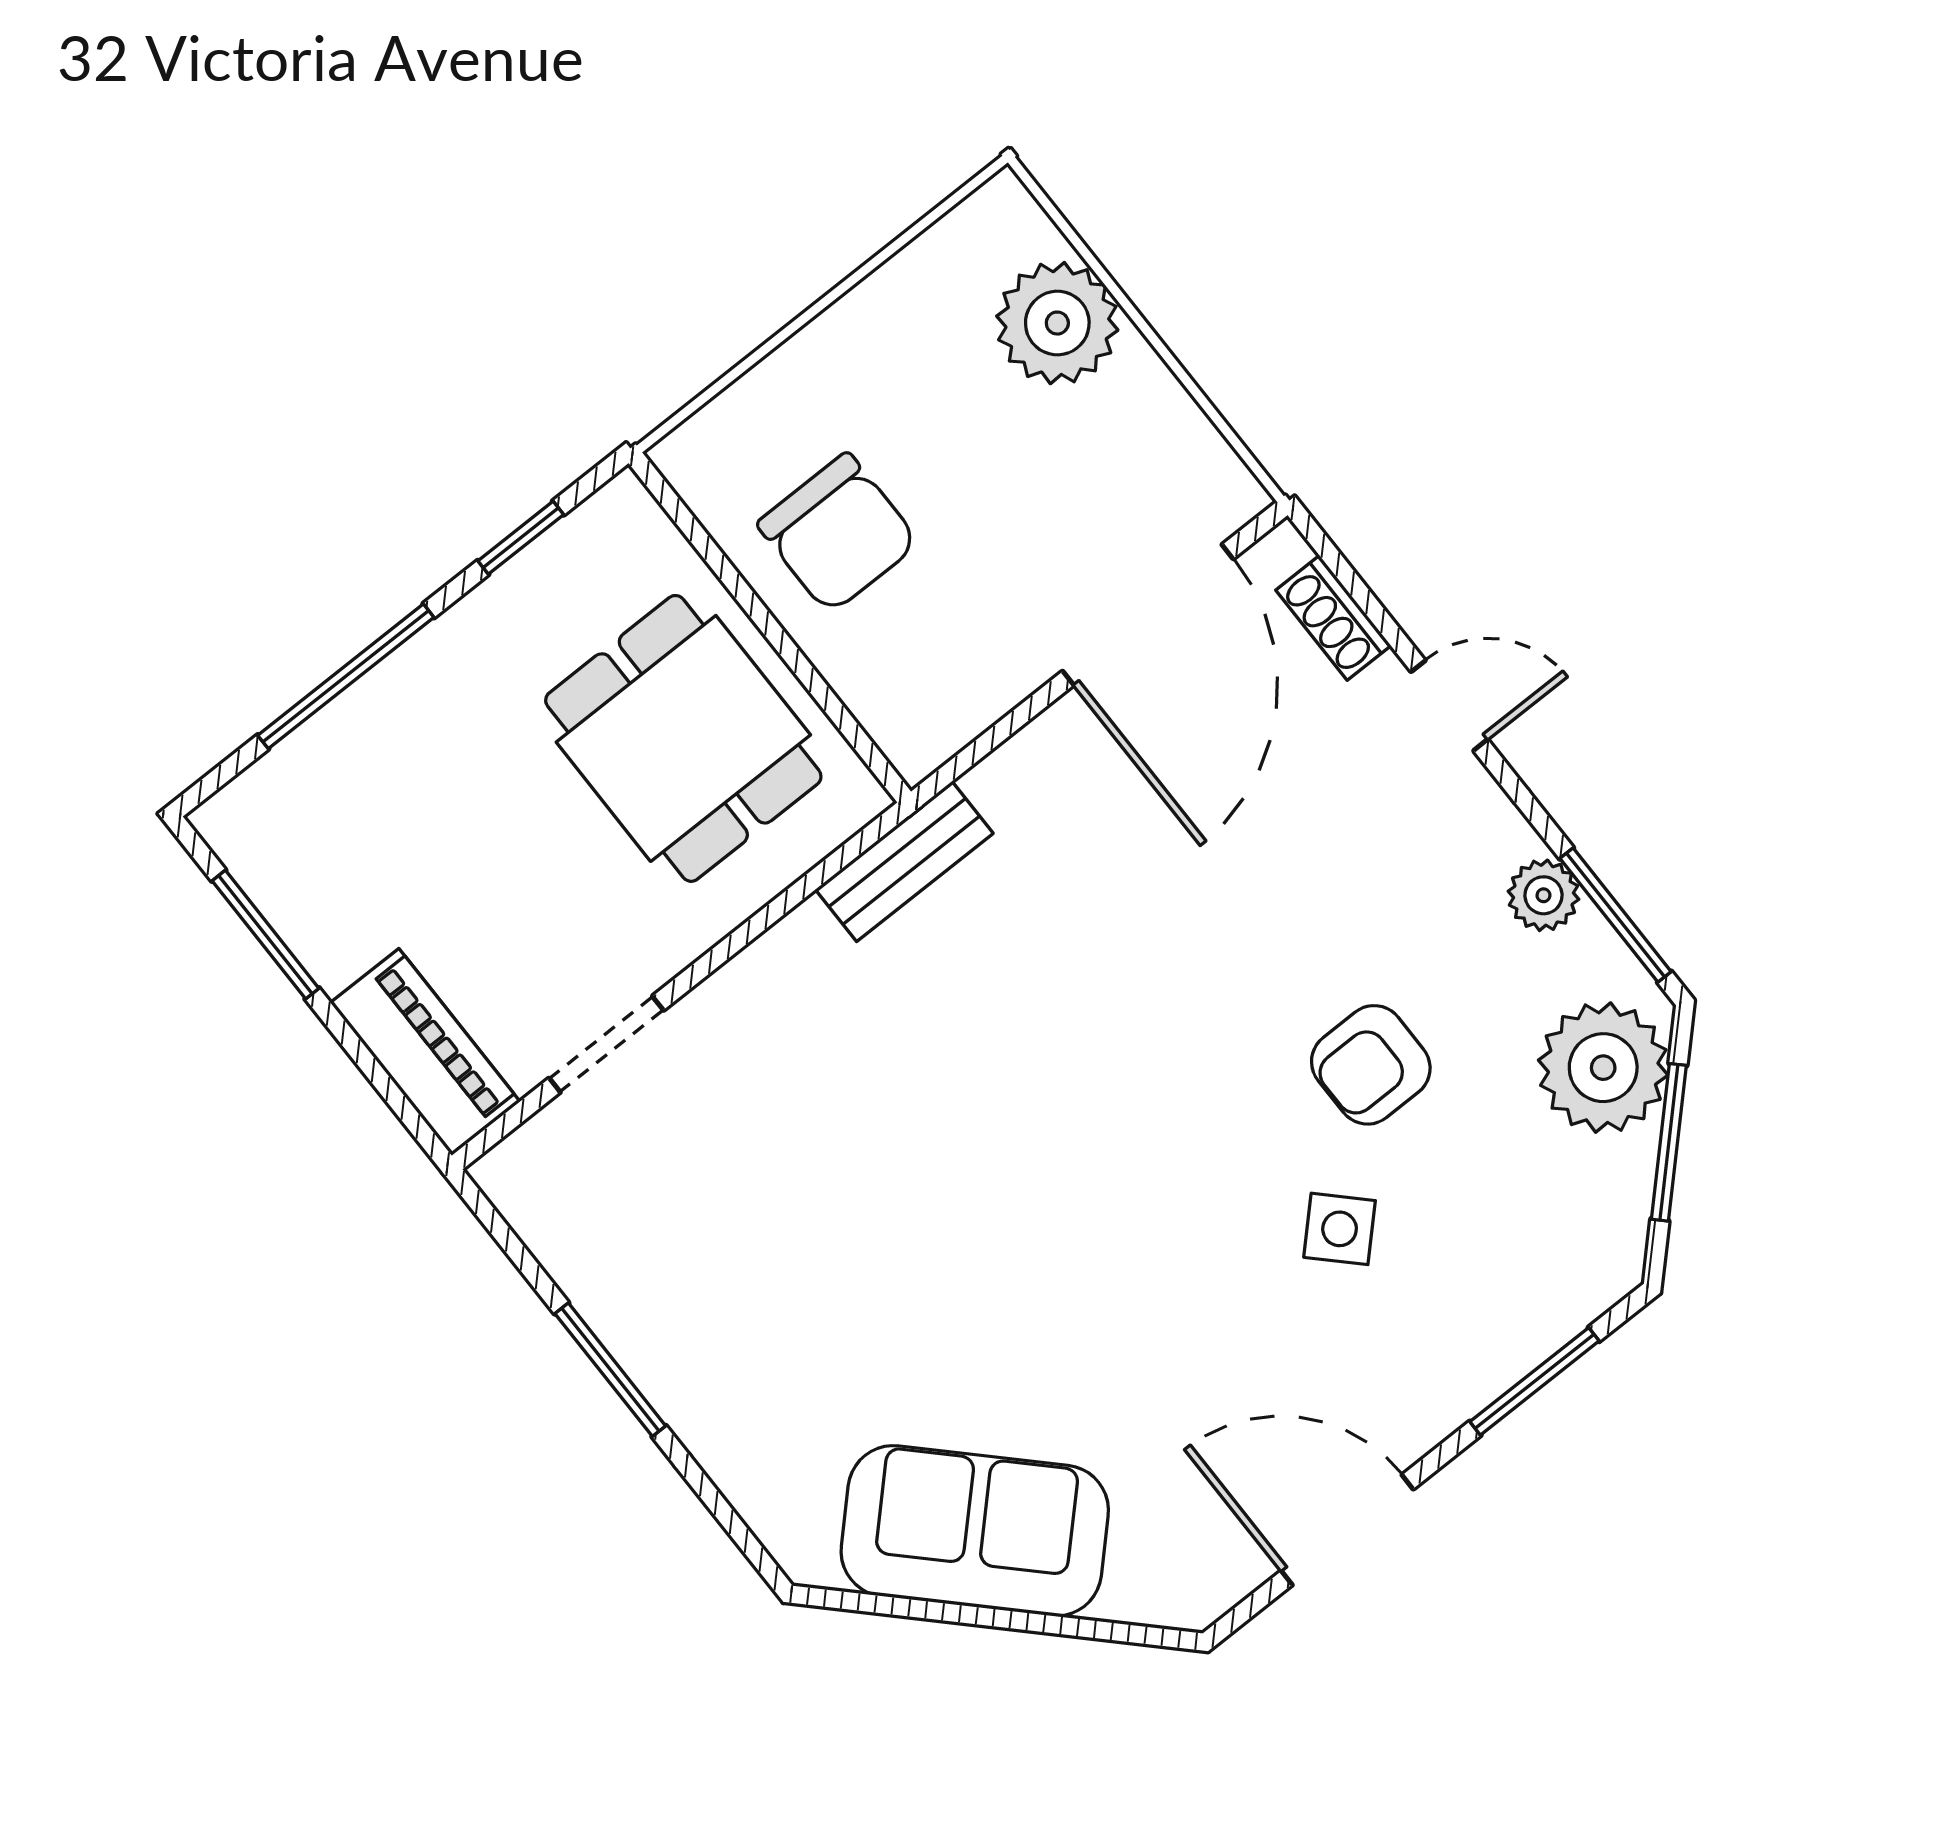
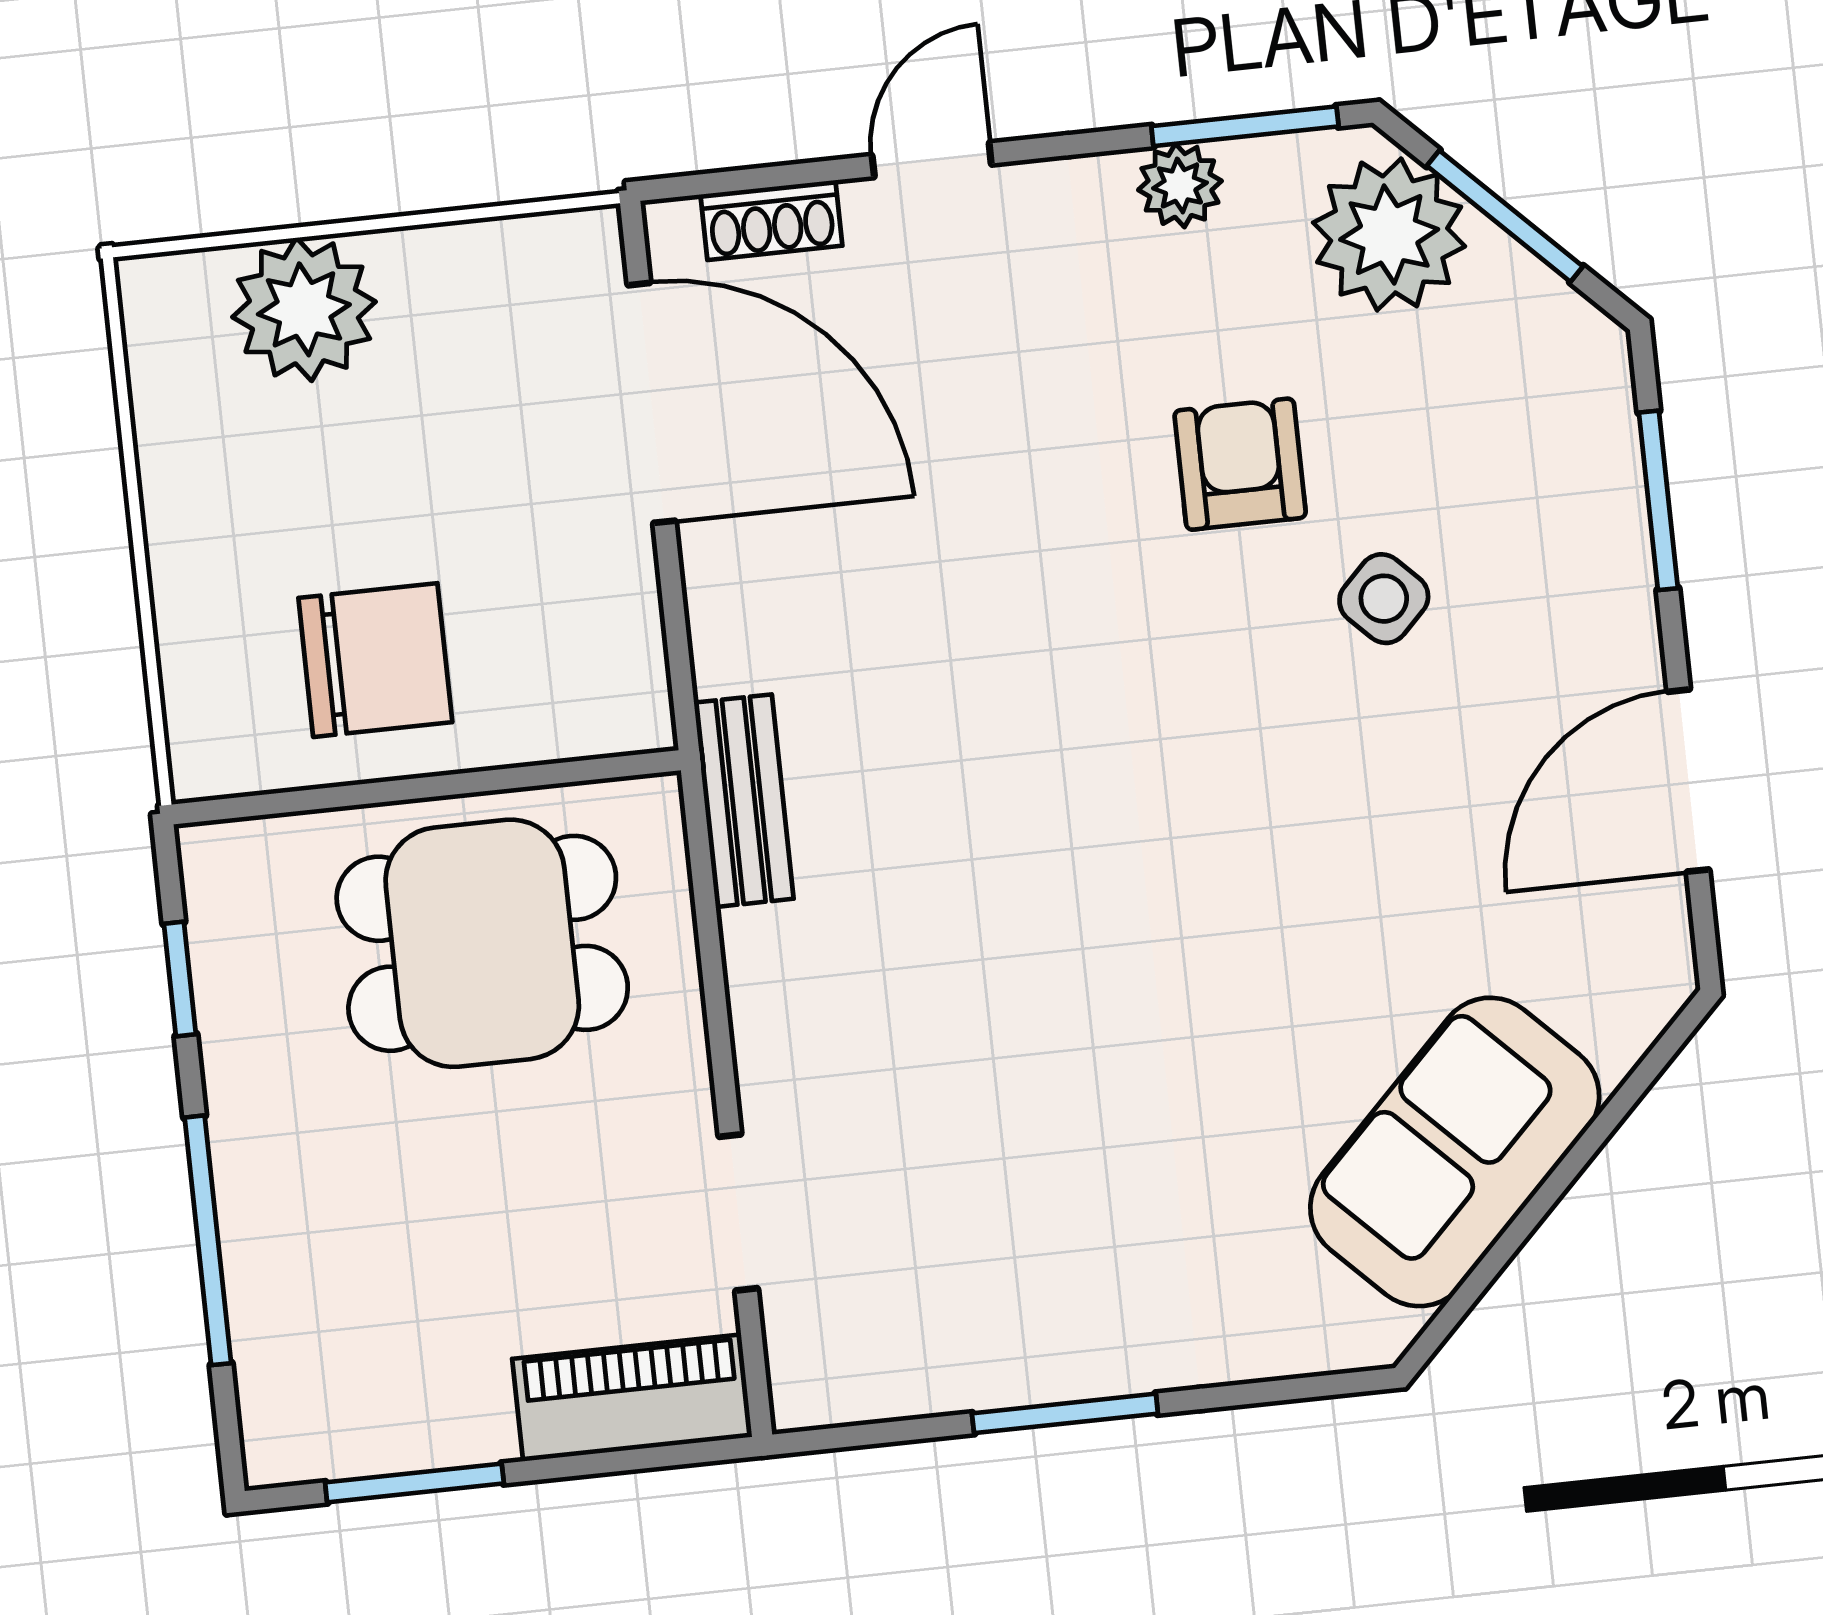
armchair: (1371, 1065) -> (1240, 464), turned 180

